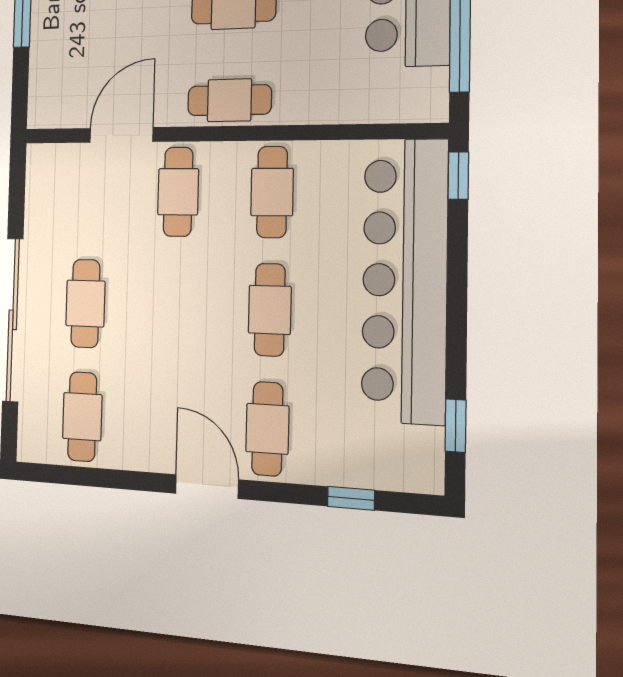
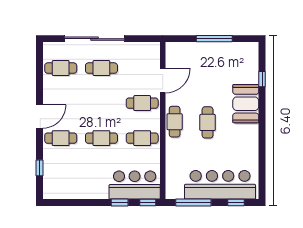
door: (121, 135) -> (163, 80), hinge flipped
bar counter: (405, 280) -> (135, 185), width x0.54
window: (456, 426) -> (120, 203), moved

